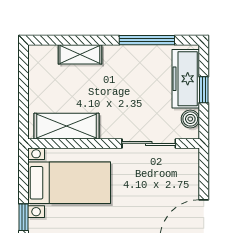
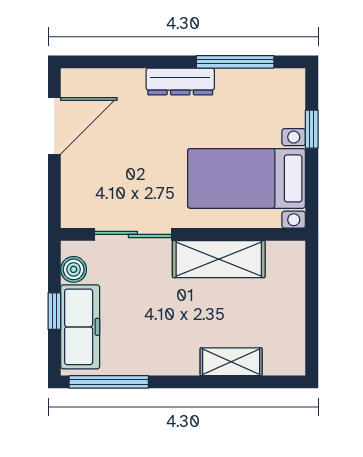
window: (147, 40) -> (109, 382), moved
shelving: (67, 126) -> (219, 259), moved

